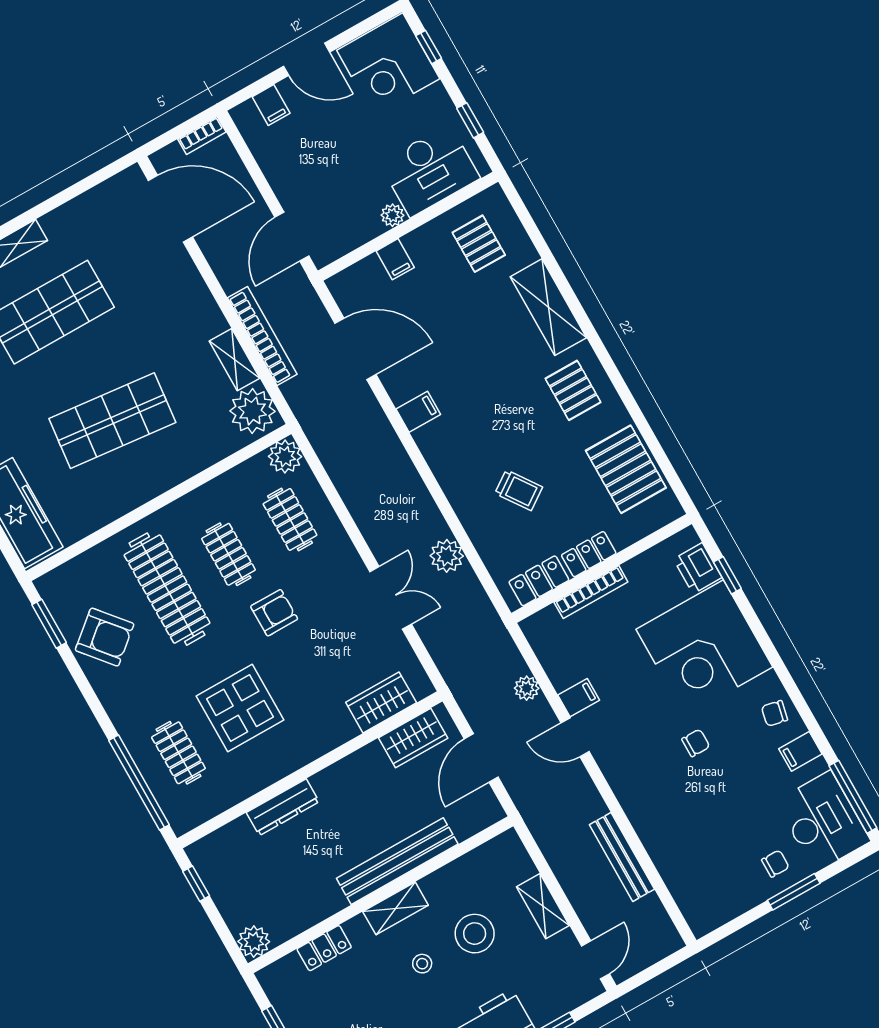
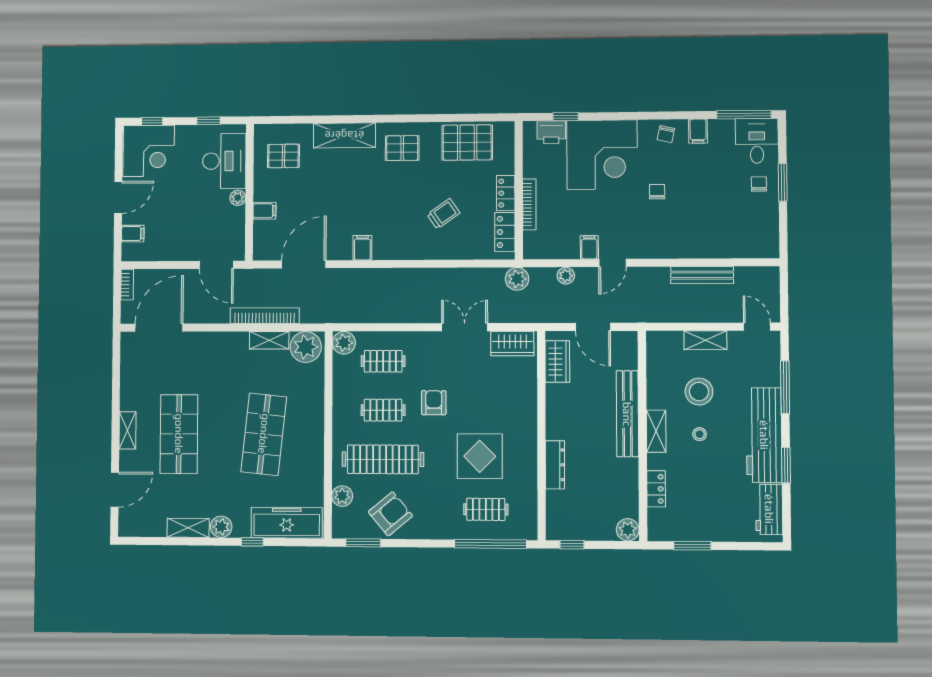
plant: (447, 556) -> (517, 279), moved
plant: (92, 564) -> (342, 496), added
wardrobe: (381, 702) -> (512, 343), moved, turned -90
desk: (823, 821) -> (757, 141), width x0.73

